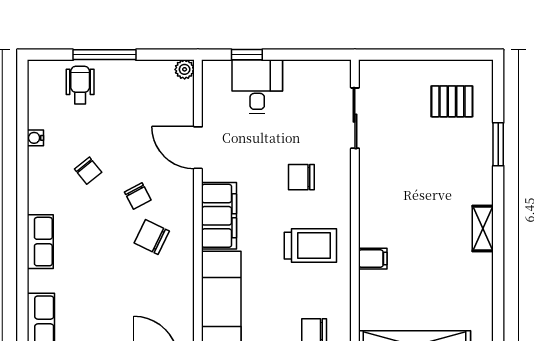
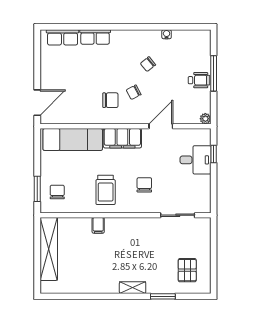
wheelchair: (80, 85) -> (199, 80), moved
shelving: (483, 228) -> (133, 288), moved
chair: (152, 237) -> (110, 100), turned 64
row of seats: (40, 242) -> (95, 37), moved

